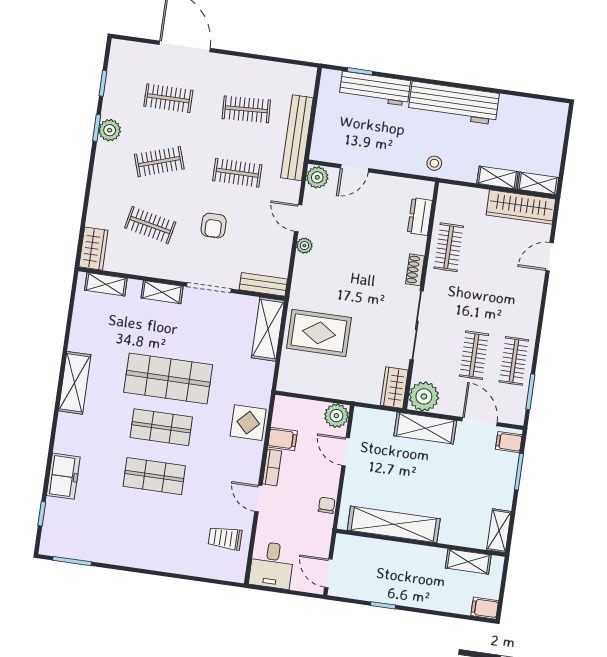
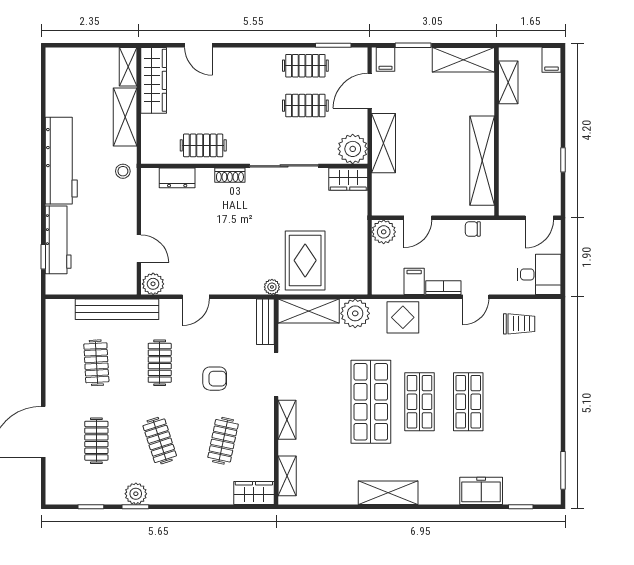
shelving: (498, 177) -> (125, 117), width x1.50, depth x1.33
plant: (304, 246) -> (272, 287), moved
plant: (259, 375) -> (355, 313), added
shelving: (499, 531) -> (463, 60), width x1.50, depth x1.33
trolley: (225, 538) -> (519, 324), turned -90

